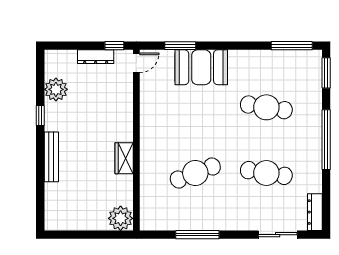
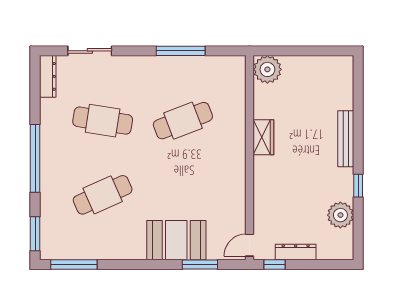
cafe table: (266, 107) -> (103, 195), turned -33

